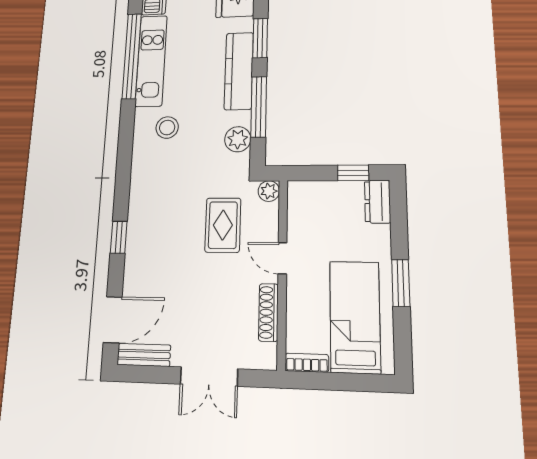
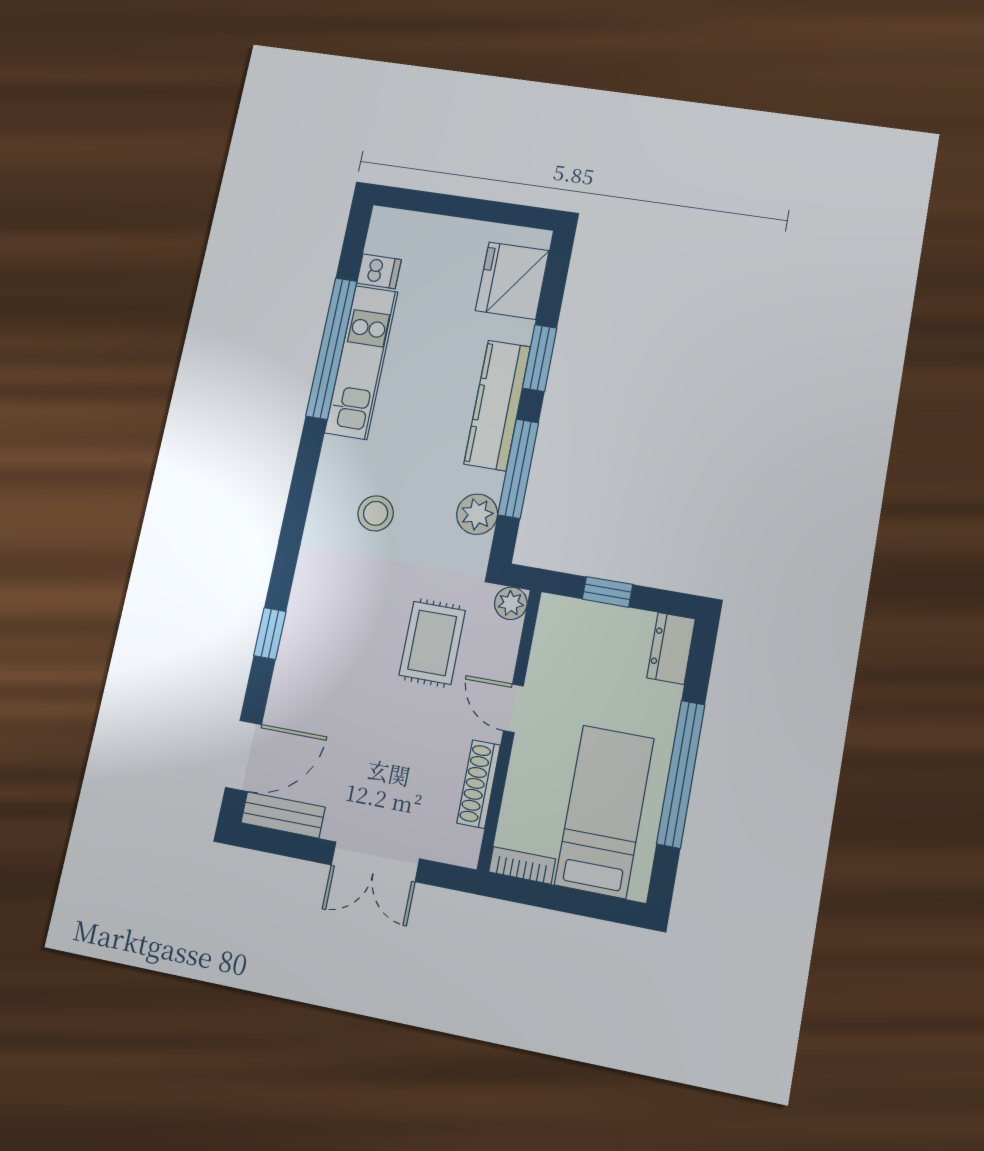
stool: (167, 128) -> (376, 513), moved
window: (353, 173) -> (607, 592), moved
window: (401, 283) -> (681, 774), width x2.11

